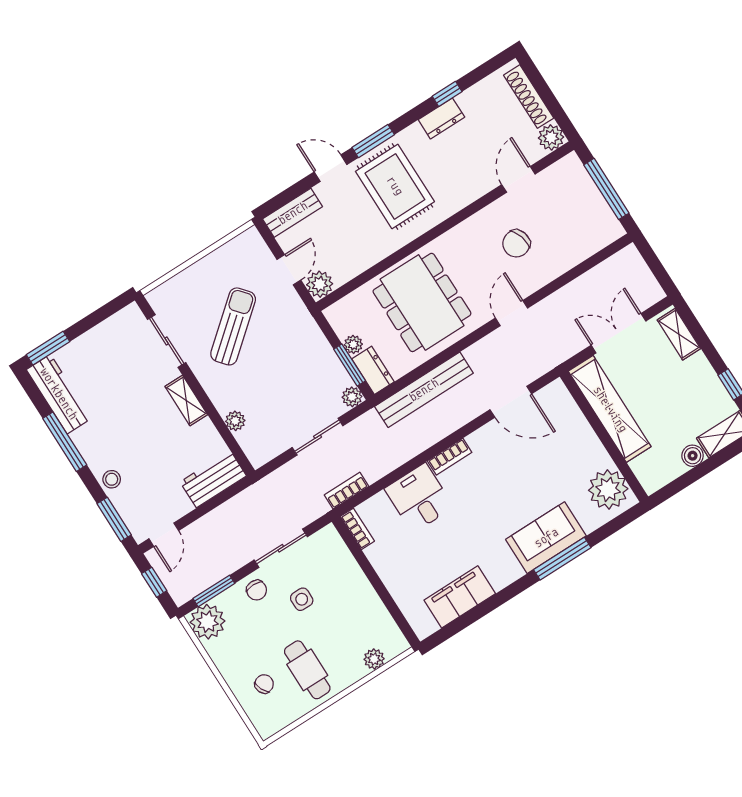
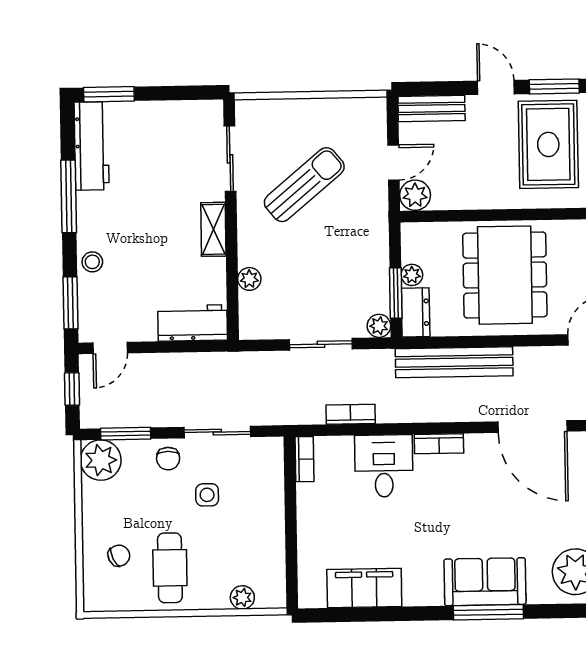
door: (511, 402) -> (532, 427), width x1.36
bookcase: (346, 491) -> (351, 414), moved

